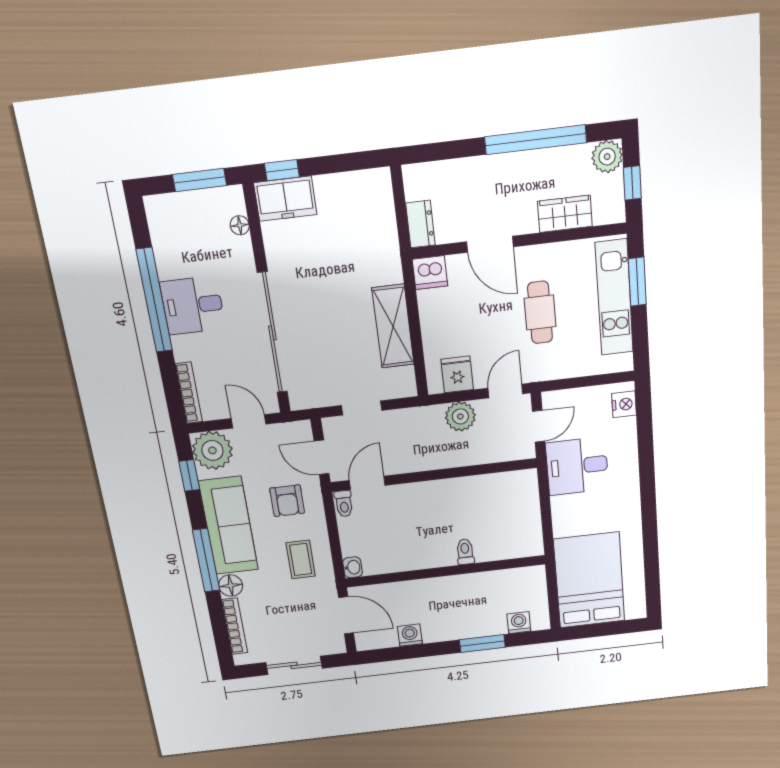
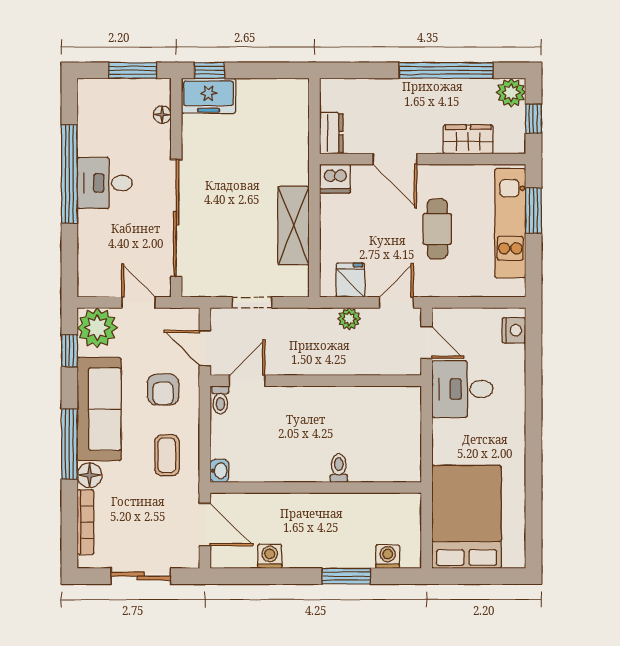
bookcase: (189, 393) -> (85, 267), removed
plant: (460, 416) -> (349, 319), width x0.73, depth x0.73
door: (539, 426) -> (427, 342), hinge flipped

